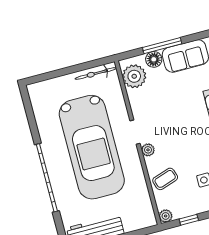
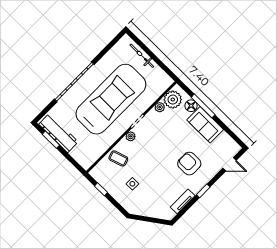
bicycle: (96, 73) -> (142, 56), moved
car: (92, 147) -> (111, 99), turned 180
plant: (166, 216) -> (160, 107), moved

